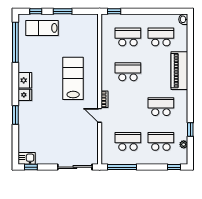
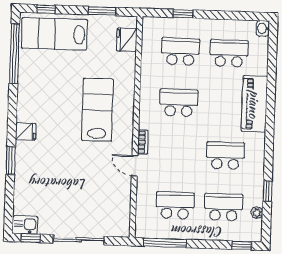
window: (63, 11) -> (102, 11), moved
window: (114, 11) -> (183, 14), moved
lab bench: (42, 28) -> (54, 34), width x1.36, depth x1.39
fridge: (25, 80) -> (127, 40), moved, turned 180
sliding door: (75, 167) -> (79, 240), moved

